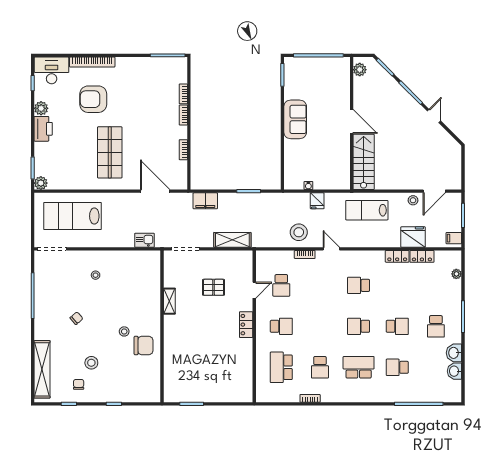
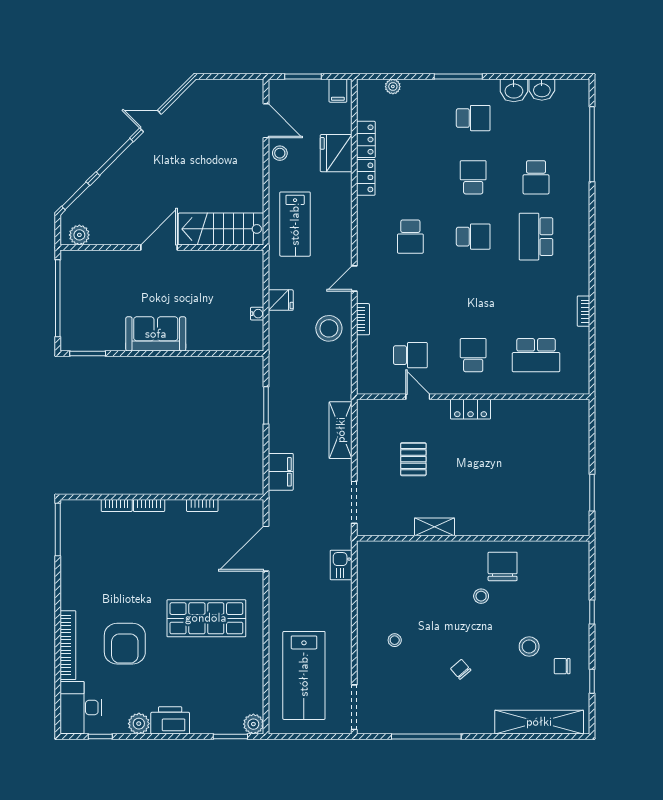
school desk: (359, 326) -> (473, 237), turned -90
school desk: (320, 367) -> (536, 296), removed

